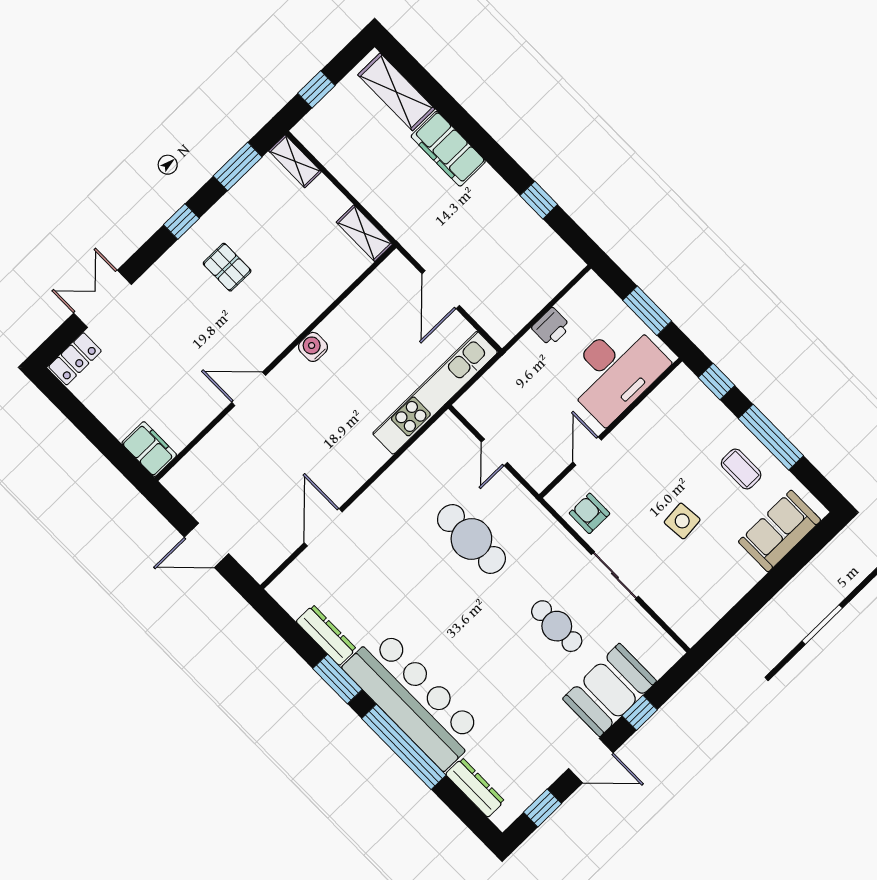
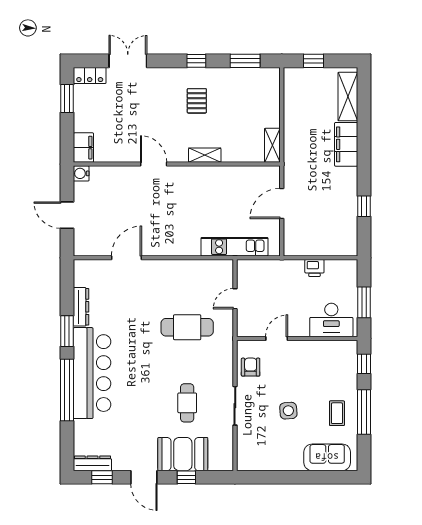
shelving: (295, 161) -> (205, 155), moved, turned 90
water cooler: (313, 347) -> (81, 173), moved, turned -90
desk: (615, 371) -> (331, 320), width x0.73, depth x0.77
kitchen unit: (435, 393) -> (234, 247), width x0.73
window: (75, 411) -> (67, 99), added
cafe table: (471, 539) -> (187, 327), turned 90
dresser: (475, 788) -> (92, 463), moved, turned -90

